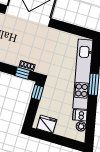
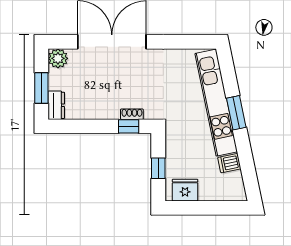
window: (37, 92) -> (158, 168), moved
plant: (81, 126) -> (236, 179), removed

